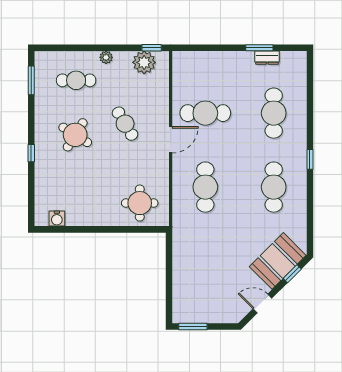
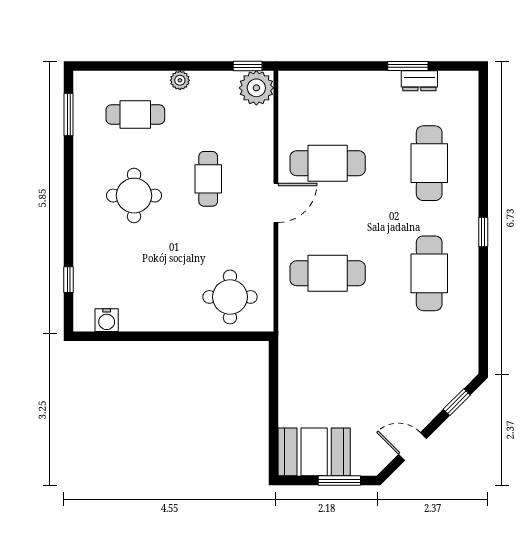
plant: (144, 62) -> (256, 88), moved
cafe table: (125, 124) -> (208, 179), turned 31
round table: (75, 135) -> (134, 196), turned -32
window: (31, 153) -> (69, 280), moved
cafe table: (205, 187) -> (328, 273), turned 90
booth: (278, 261) -> (314, 452), moved, turned 45
window: (193, 326) -> (339, 481), moved

